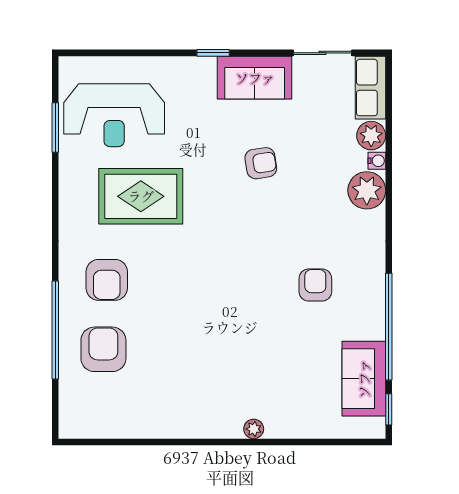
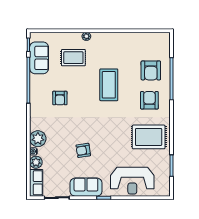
reception desk: (114, 115) -> (132, 181), moved, turned 180
rug: (141, 196) -> (149, 137), moved
coffee table: (201, 316) -> (109, 85), added
rug: (284, 379) -> (73, 58), added

